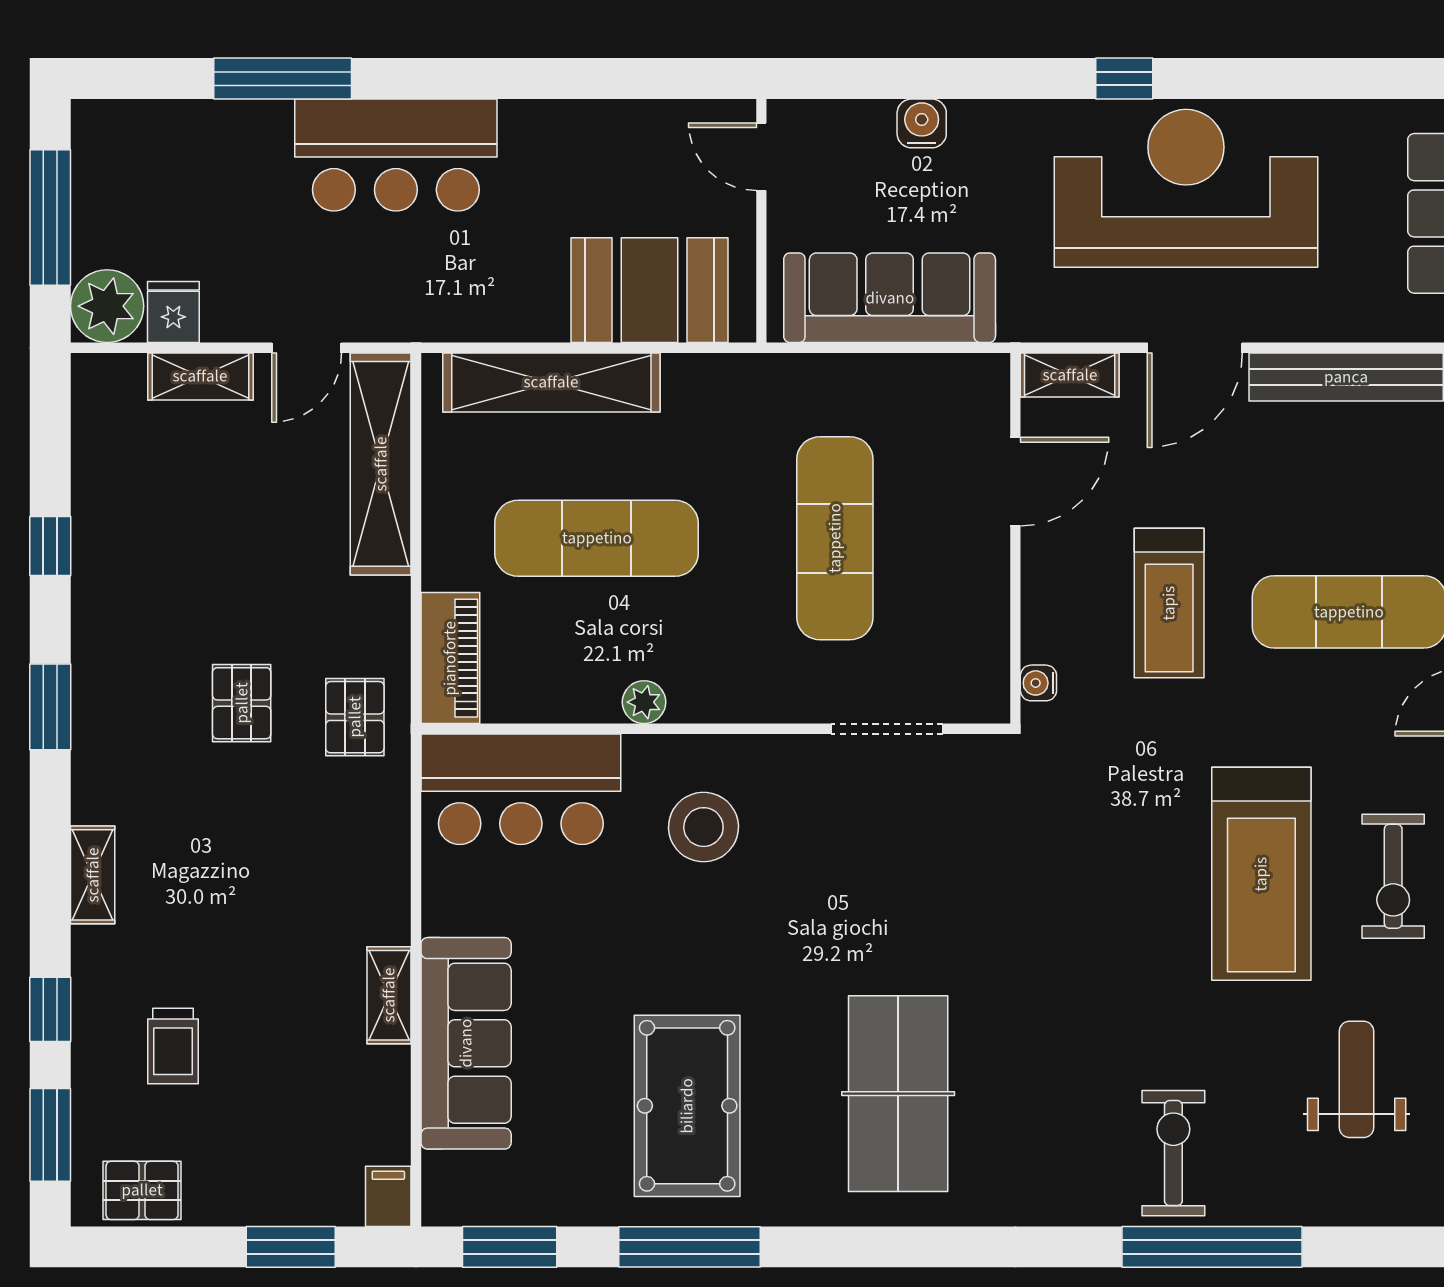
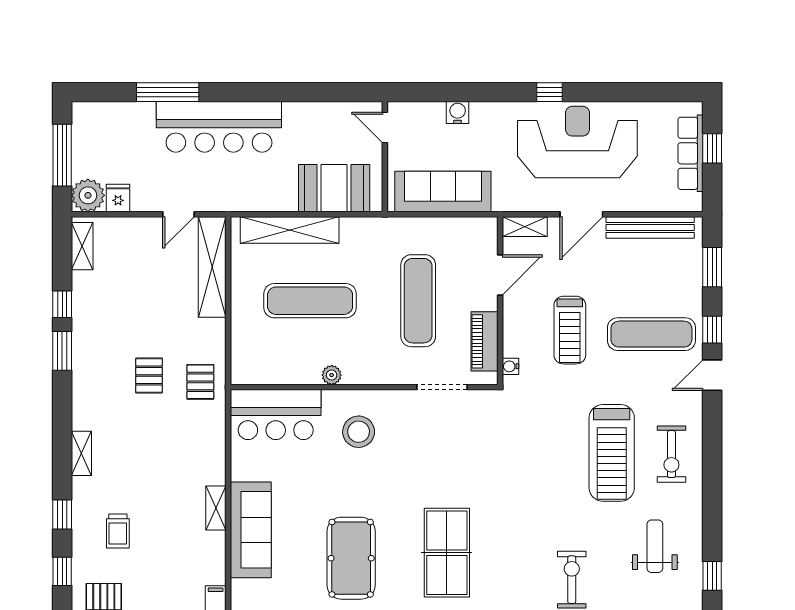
bar counter: (396, 155) -> (219, 127), width x1.36
shelving: (200, 376) -> (82, 246), moved, turned 90
piano: (450, 658) -> (484, 341), moved, turned 180
window: (50, 707) -> (62, 351), moved
window: (50, 1135) -> (62, 571), width x0.67

